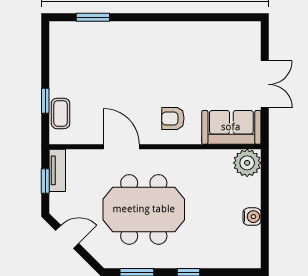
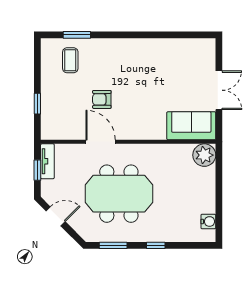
coffee table: (61, 113) -> (70, 60), moved
armchair: (173, 118) -> (102, 99), moved
water cooler: (252, 217) -> (208, 221), moved

